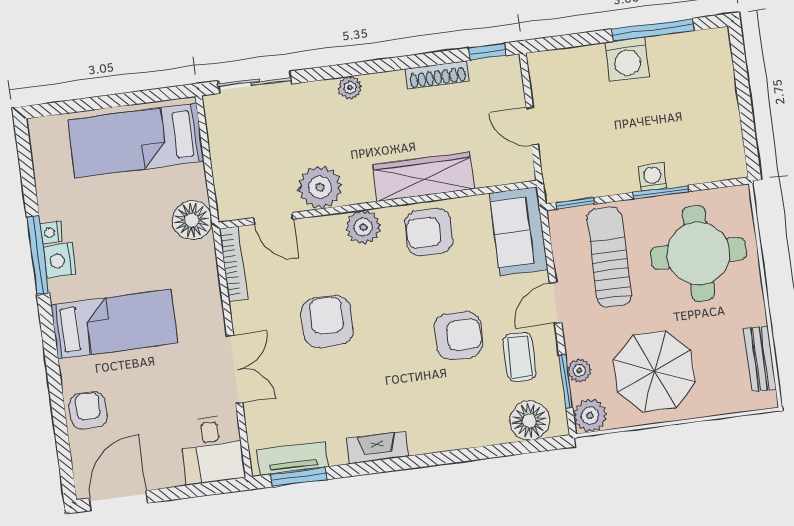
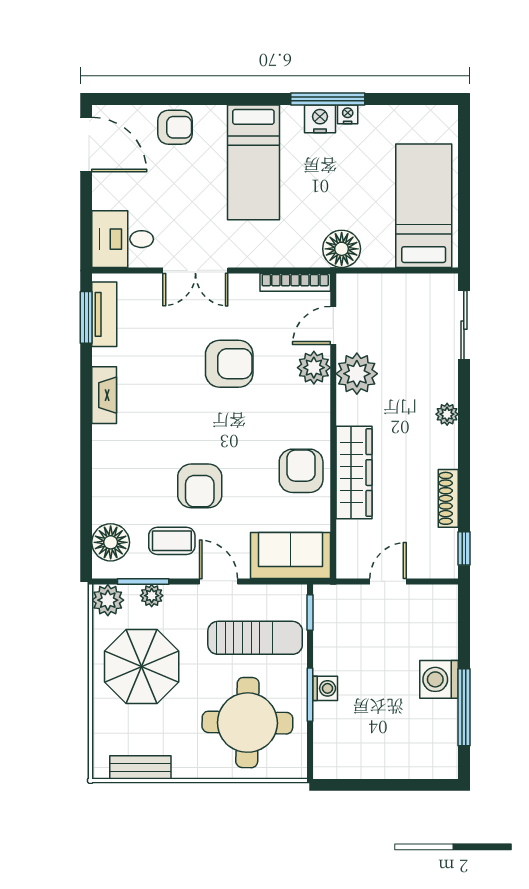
plant: (363, 227) -> (314, 368), moved

